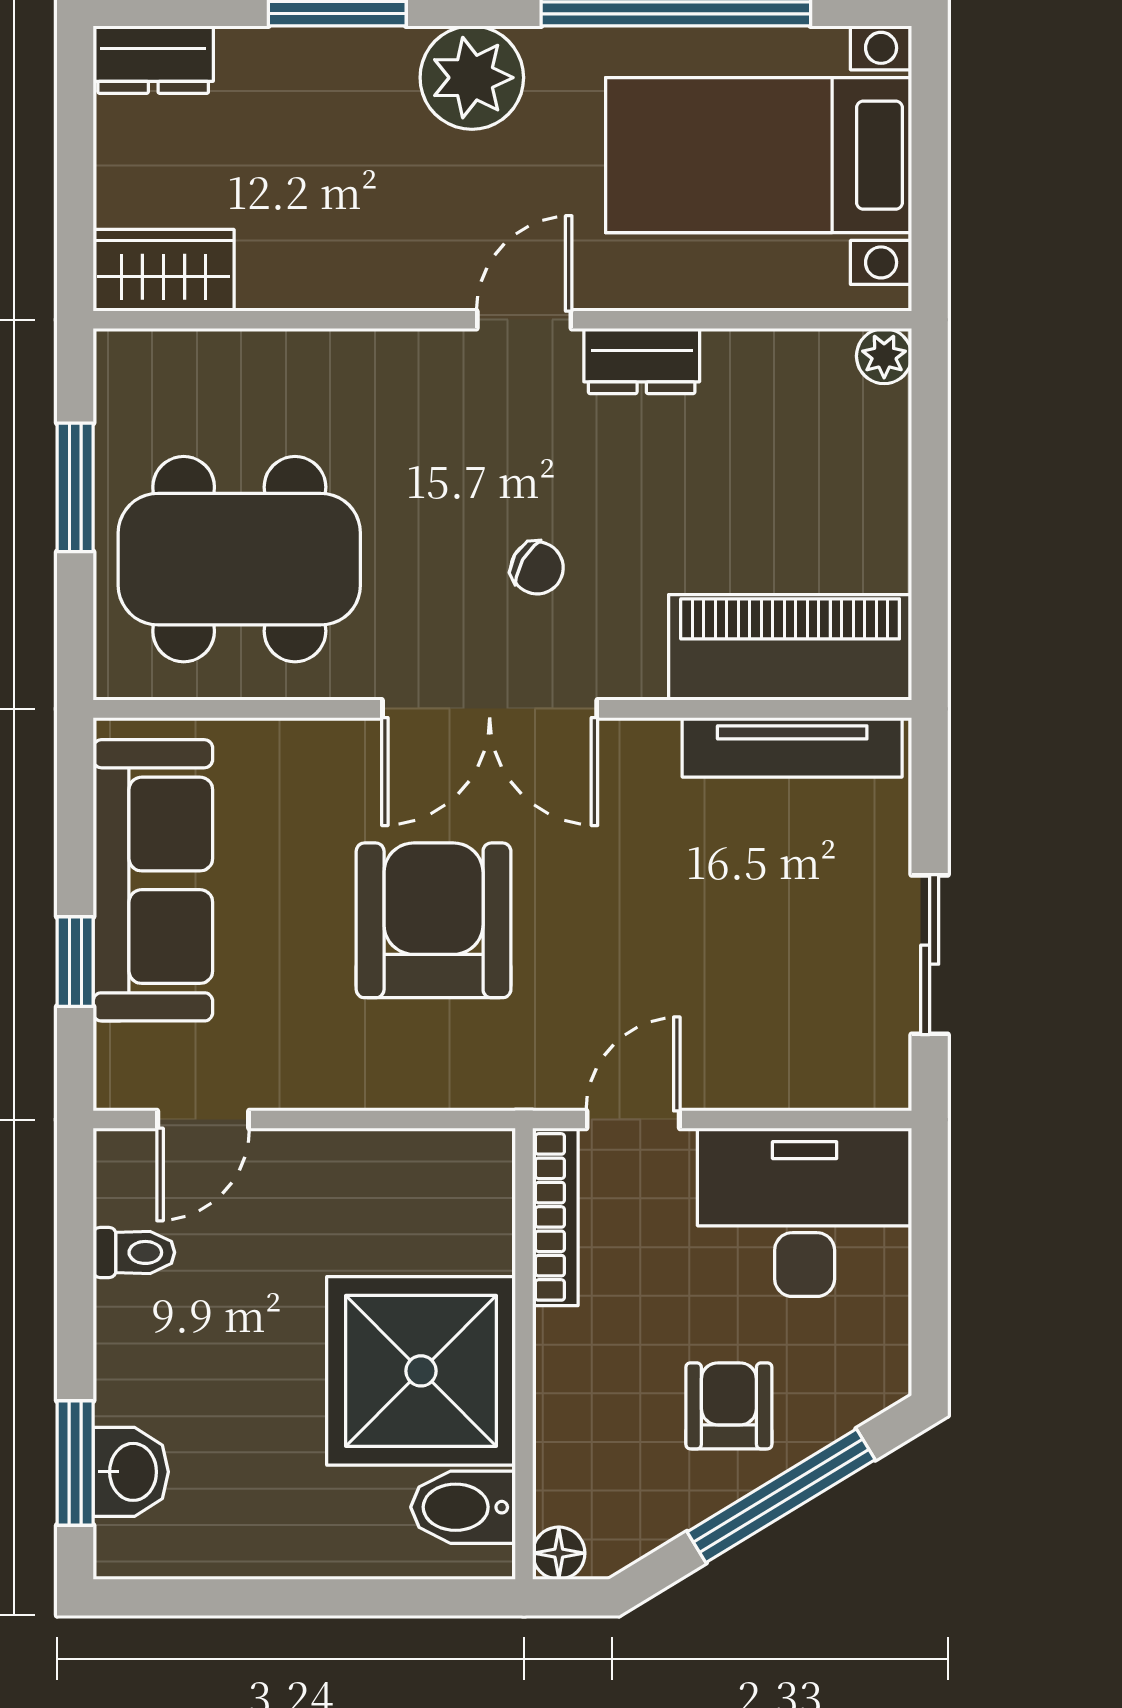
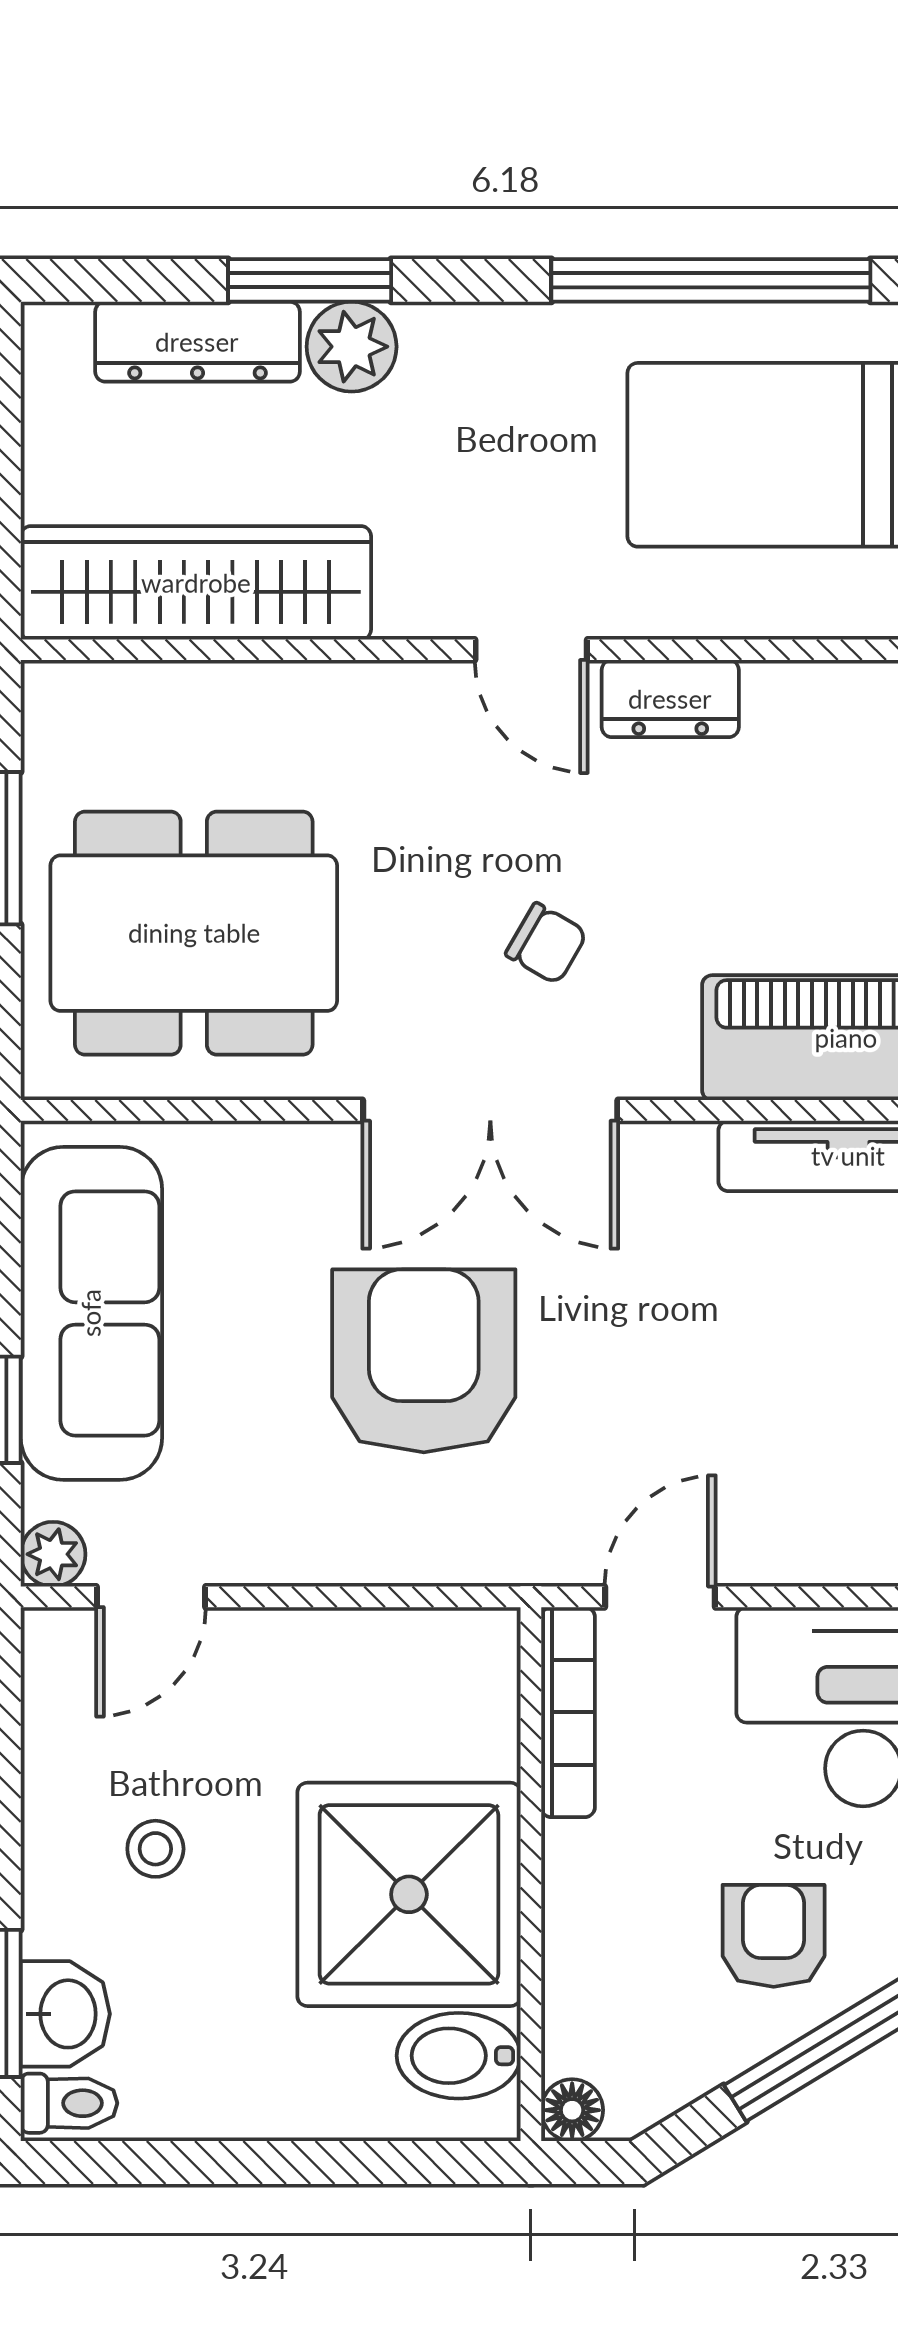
dresser: (153, 60) -> (197, 342), moved, width x1.44
plant: (472, 78) -> (352, 347), moved, width x0.73, depth x0.73
wardrobe: (164, 270) -> (196, 583), width x2.10, depth x1.17
door: (524, 320) -> (531, 650), swing flipped
plant: (120, 1084) -> (53, 1554), added
toilet: (134, 1252) -> (69, 2103), moved
stool: (207, 1332) -> (155, 1849), added

